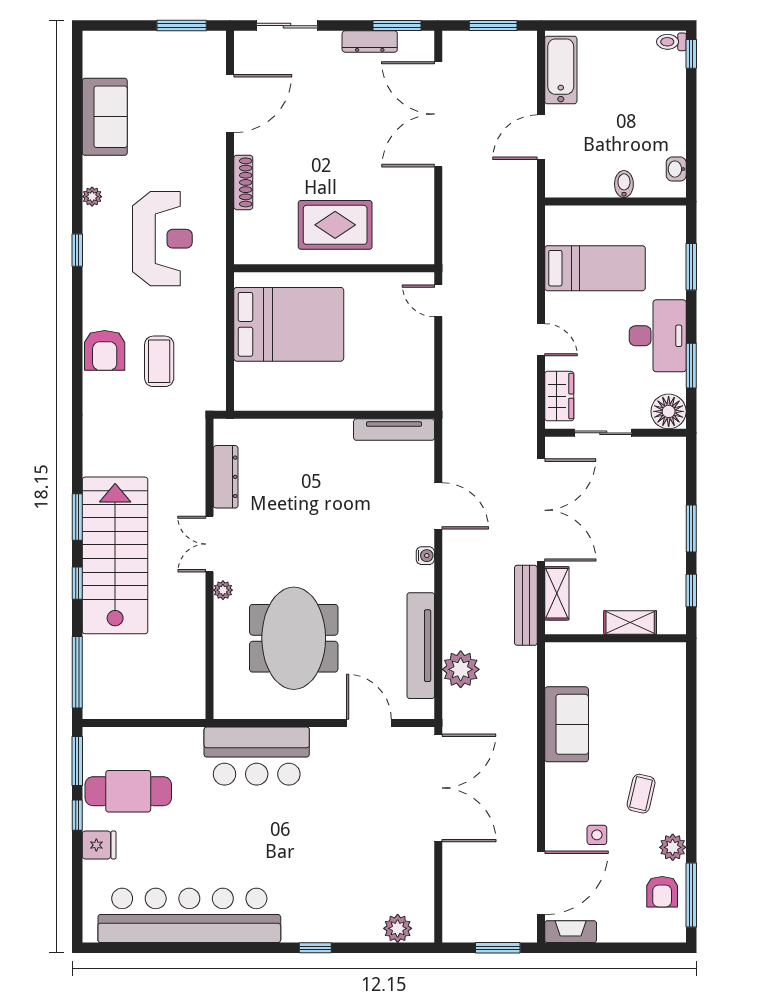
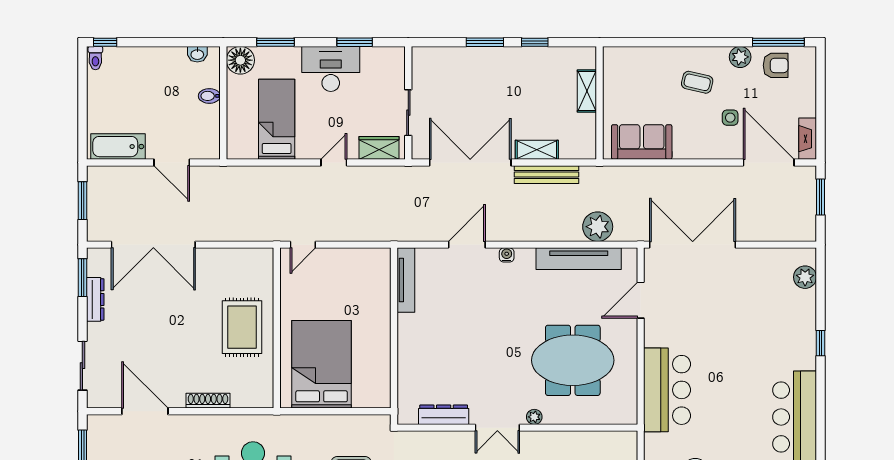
floor lamp: (669, 411) -> (240, 60), moved
shelving: (630, 623) -> (587, 91), moved
wall: (615, 638) -> (600, 103), moved

